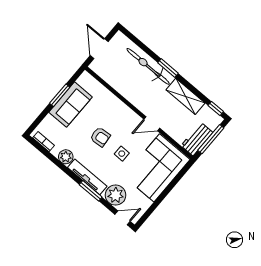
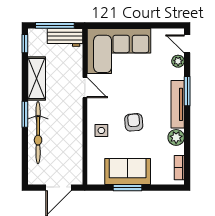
side table: (122, 154) -> (101, 130), moved
plant: (116, 195) -> (178, 61), width x0.53, depth x0.53

